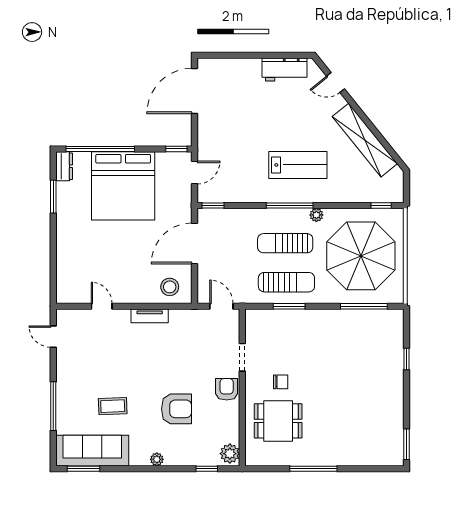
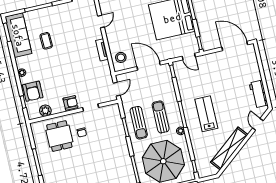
lab bench: (298, 165) -> (206, 114), turned 180
armchair: (176, 409) -> (33, 91), moved
plant: (230, 454) -> (45, 111), moved

